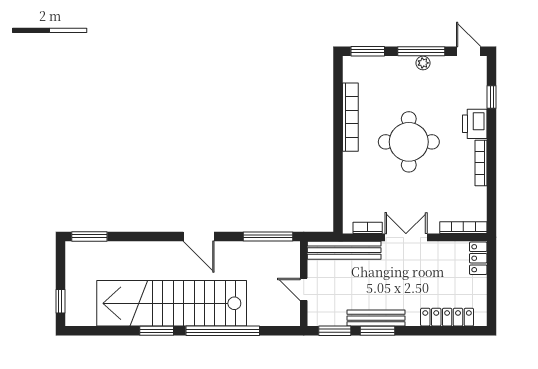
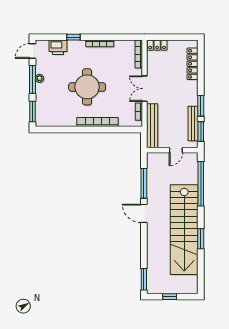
window: (492, 97) -> (74, 37), moved
bookcase: (350, 117) -> (97, 122), moved
printer: (475, 124) -> (58, 47), moved
door: (199, 236) -> (144, 213), swing flipped
window: (268, 236) -> (144, 183), moved
window: (60, 301) -> (170, 297), moved
bench: (376, 318) -> (193, 123), moved
window: (223, 331) -> (201, 184), moved

